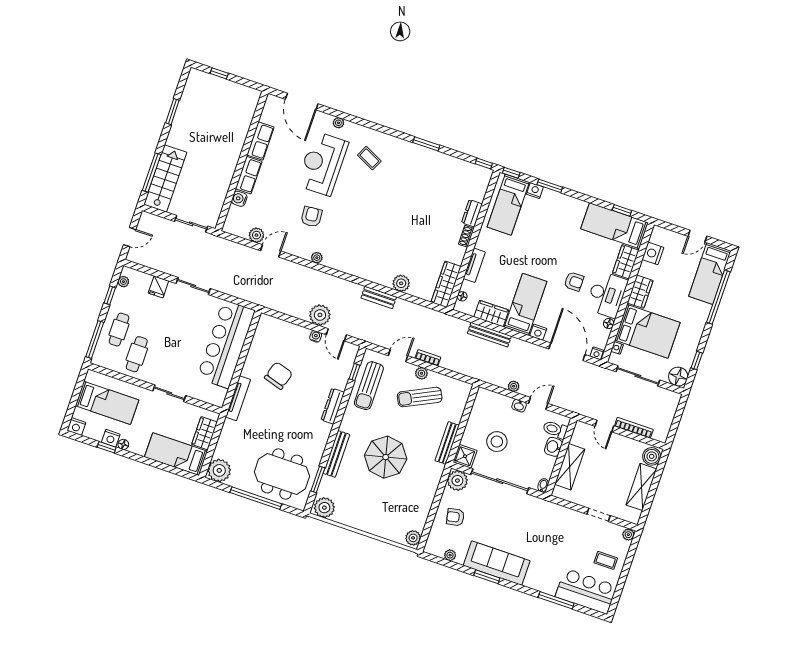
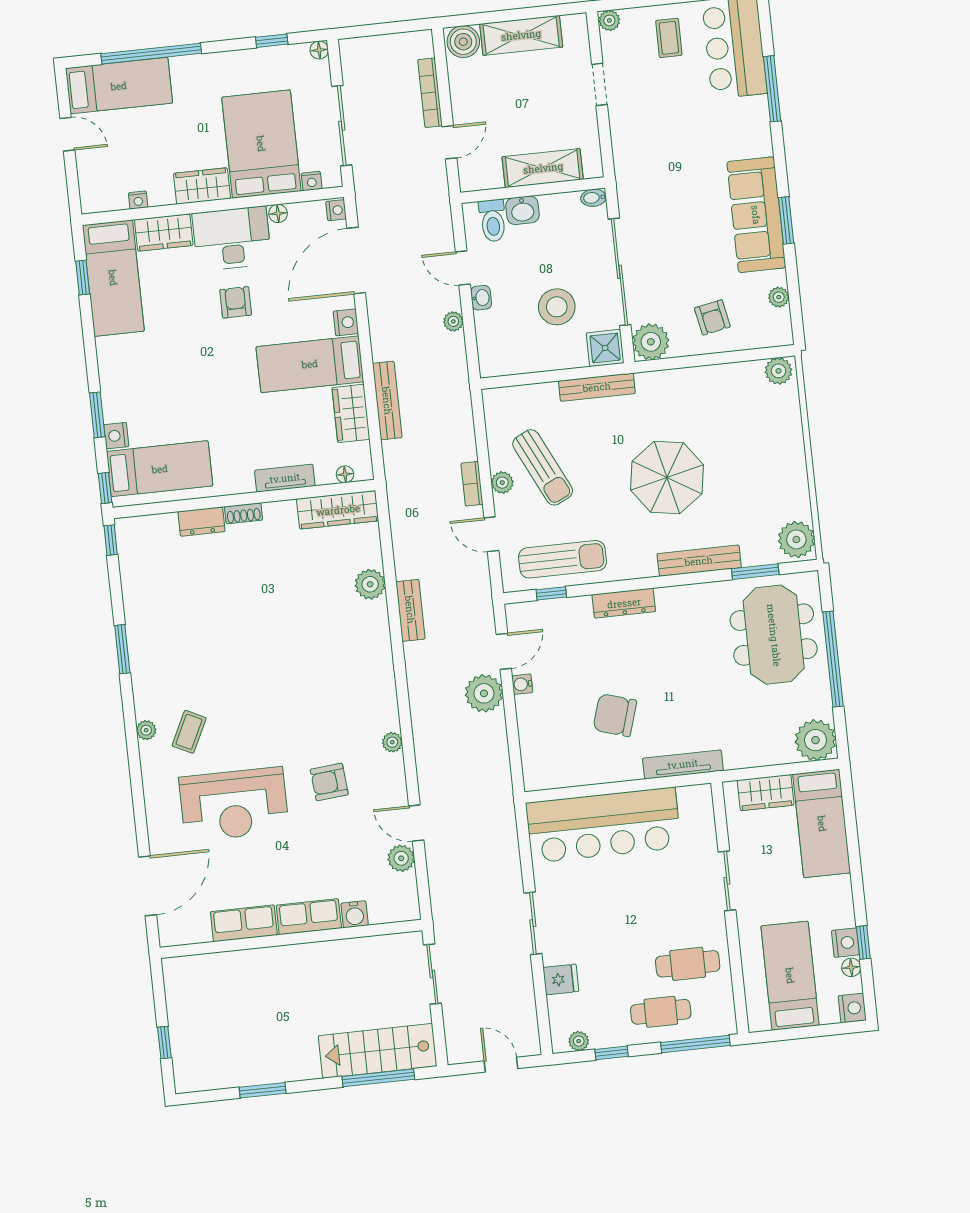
plant: (338, 123) -> (146, 730), moved
nightstand: (653, 253) -> (138, 200), width x0.53, depth x0.56
floor lamp: (678, 377) -> (319, 50), width x0.53, depth x0.53
floor lamp: (123, 444) -> (851, 967), moved

